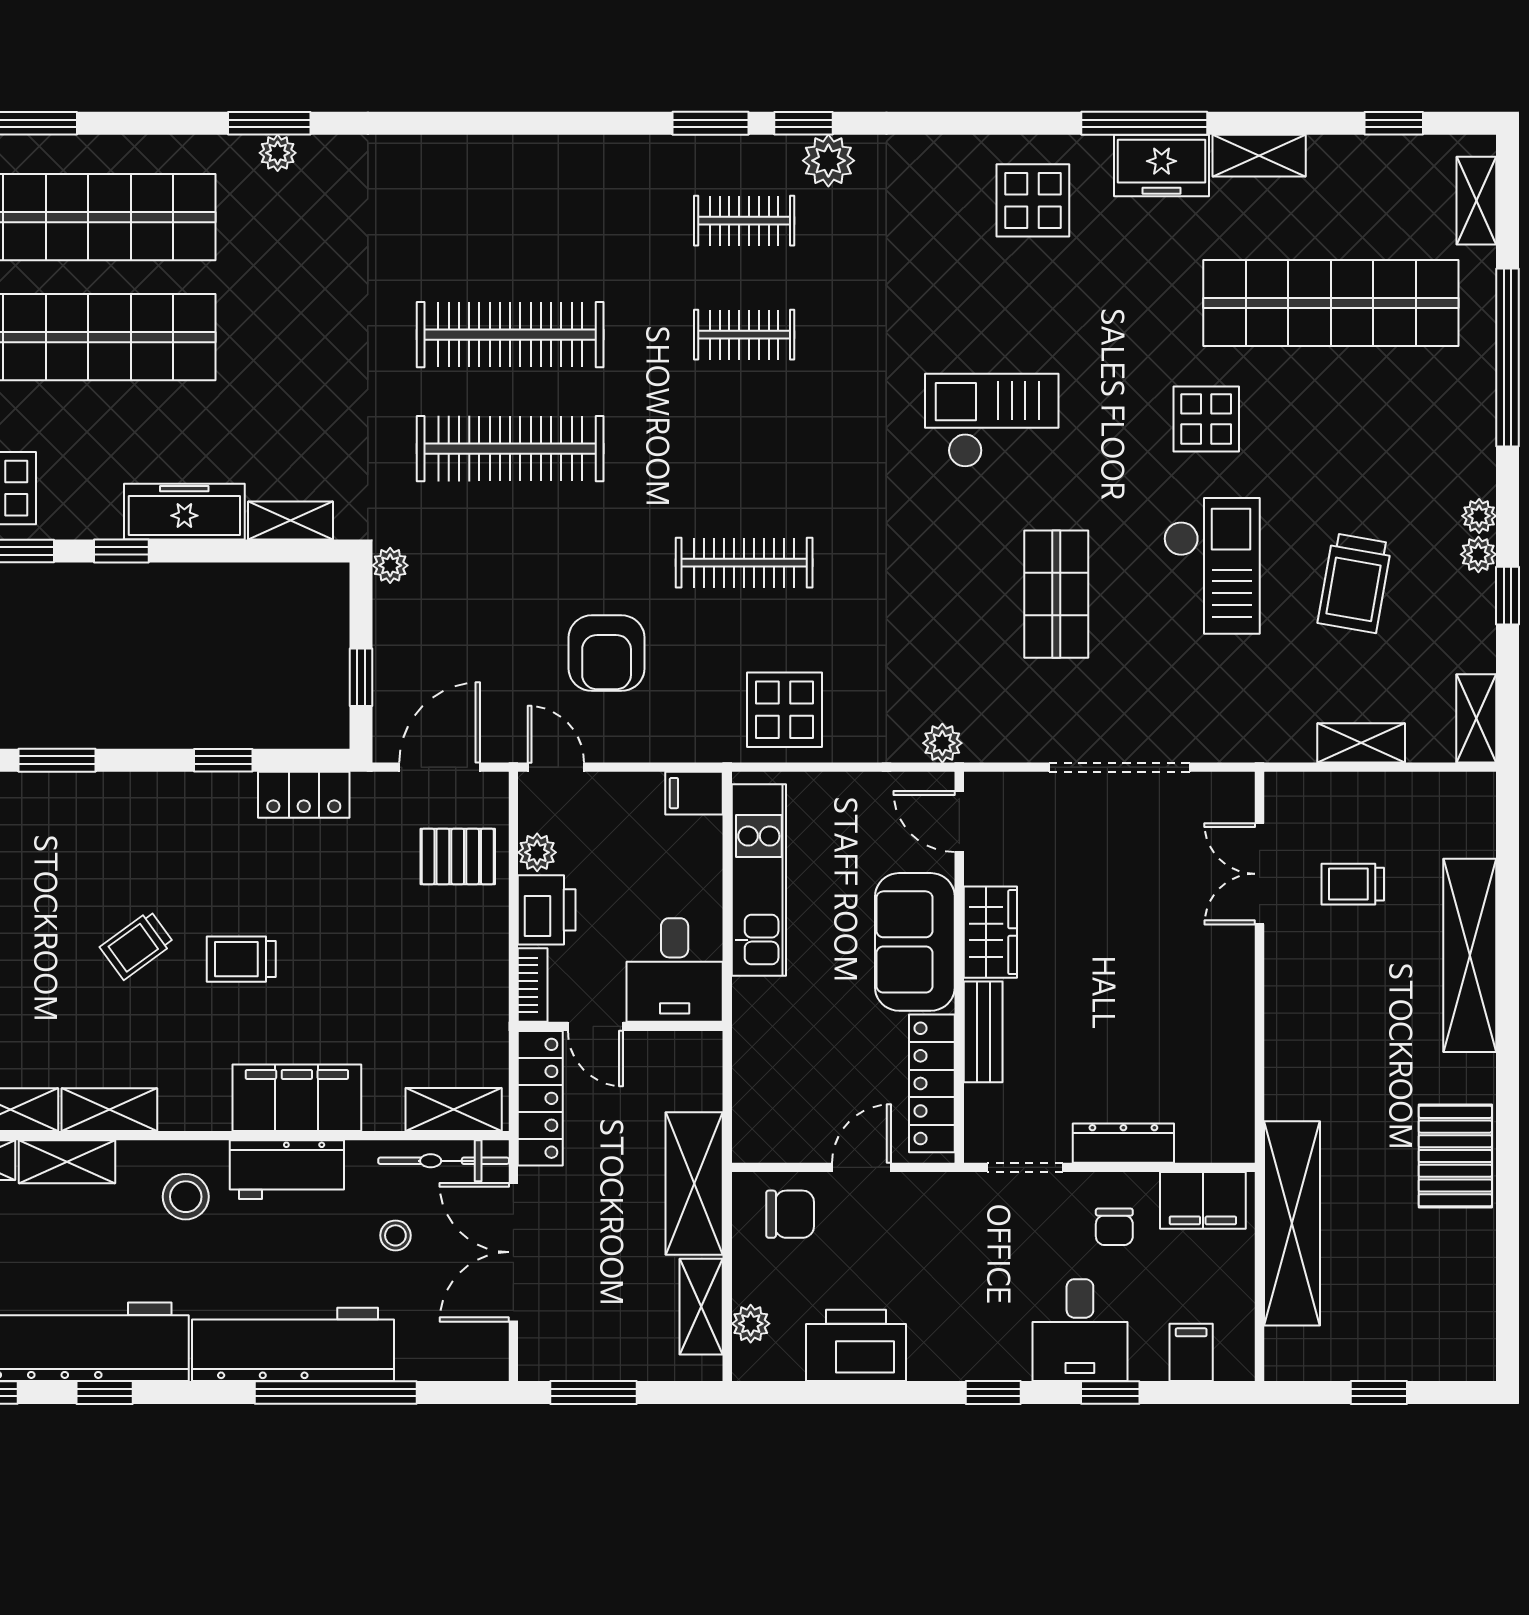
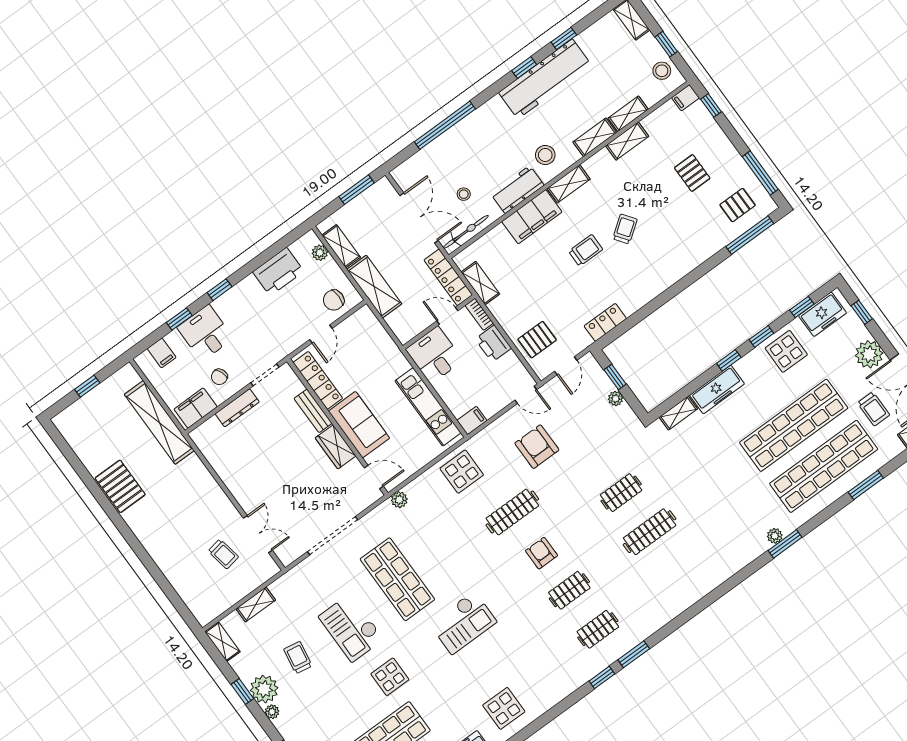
plant: (828, 161) -> (584, 671), removed
clothes rail: (510, 335) -> (650, 532), width x0.73, depth x0.76
armchair: (746, 444) -> (541, 553), added
clothes rail: (510, 449) -> (621, 493), width x0.54, depth x0.76
plant: (1478, 554) -> (264, 689), width x1.88, depth x1.88
plant: (390, 565) -> (616, 399), moved
trolley: (1355, 583) -> (298, 658), width x0.73, depth x0.72
shop shelf: (1056, 594) -> (397, 579), width x1.43, depth x1.36
window: (57, 760) -> (699, 272), removed
window: (223, 760) -> (642, 314), removed
door: (440, 767) -> (566, 366), width x0.73
plant: (537, 852) -> (511, 361), removed
trolley: (1353, 884) -> (223, 554), turned 80
shelving: (1470, 955) -> (165, 559), removed
shelving: (454, 1109) -> (480, 283), moved, turned 90
shelving: (109, 1110) -> (569, 184), moved
chair: (1114, 1227) -> (219, 377), turned -110
workbench: (293, 1344) -> (472, 131), removed

